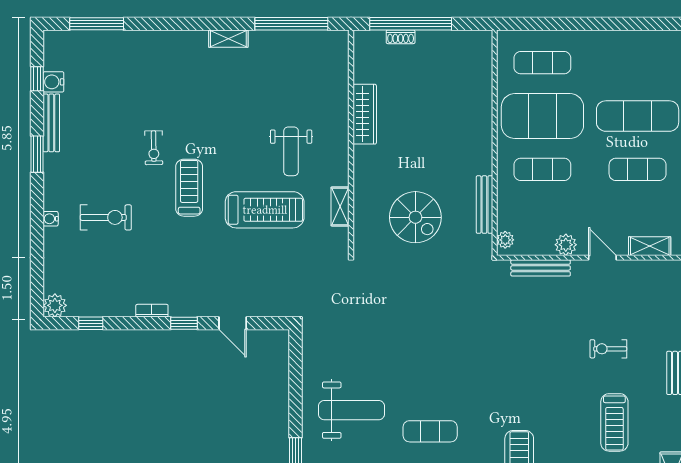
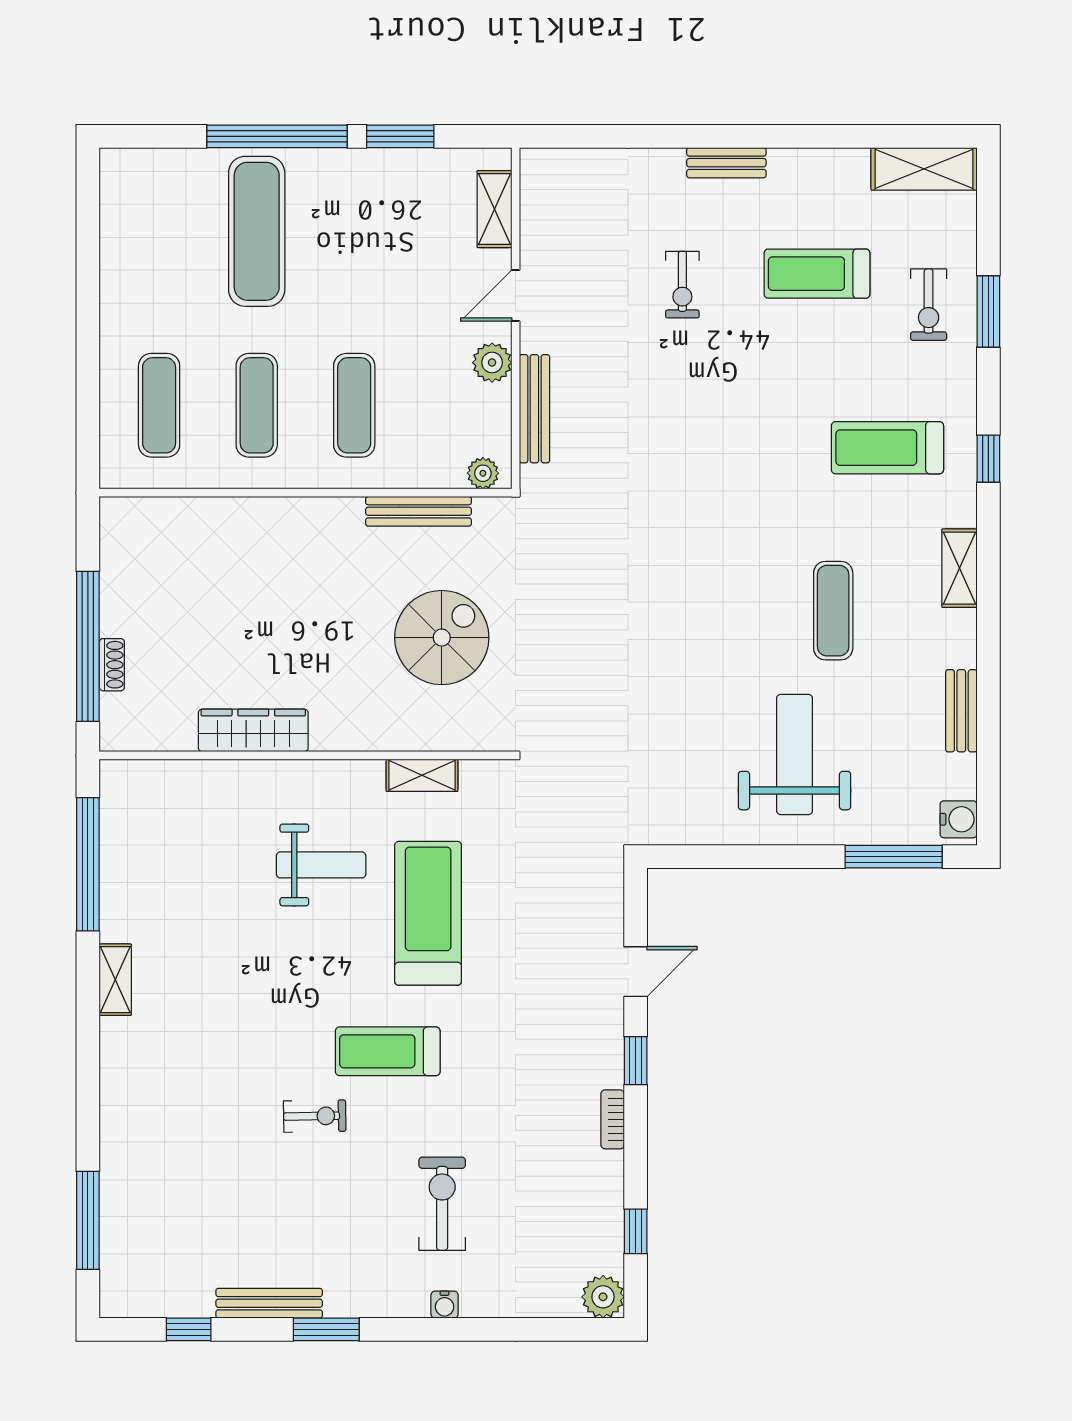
water cooler: (53, 82) -> (194, 1299), removed
exercise mat: (542, 116) -> (257, 405), width x0.50, depth x0.69
exercise mat: (638, 169) -> (354, 231), removed
treadmill: (614, 422) -> (817, 274), turned 180

